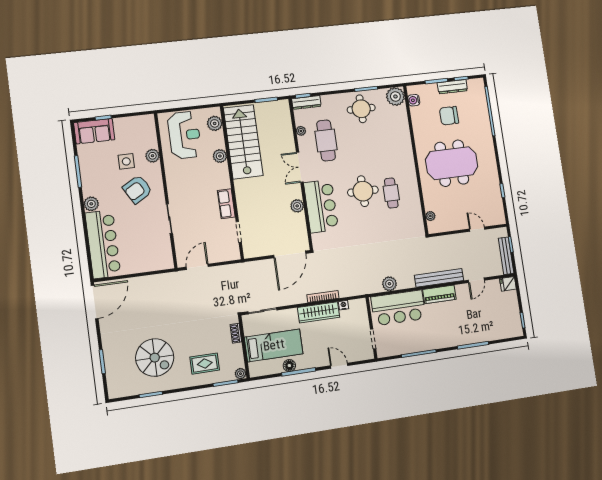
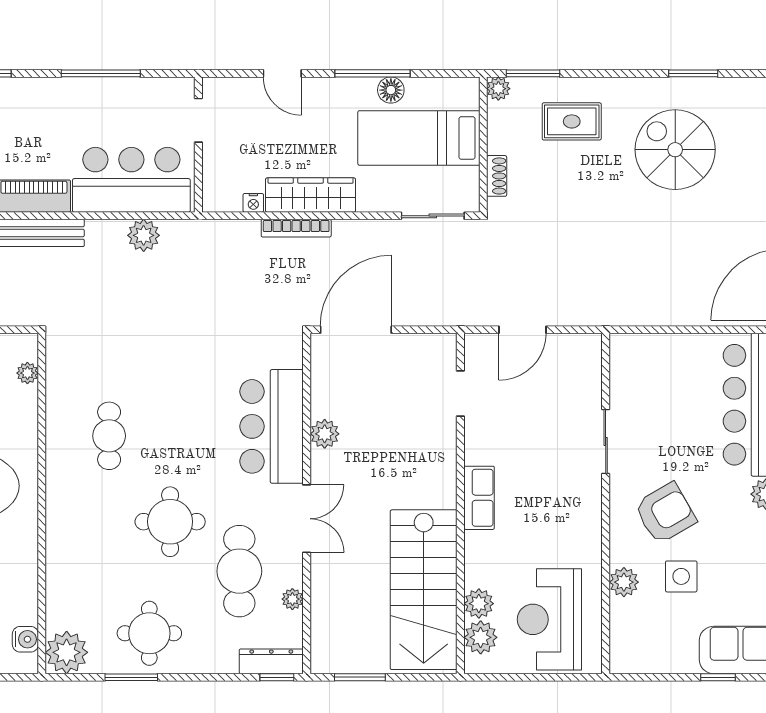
plant: (220, 156) -> (479, 604), moved
round table: (363, 191) -> (170, 522), moved
row of seats: (226, 204) -> (479, 498), moved
door: (197, 267) -> (522, 330), moved

